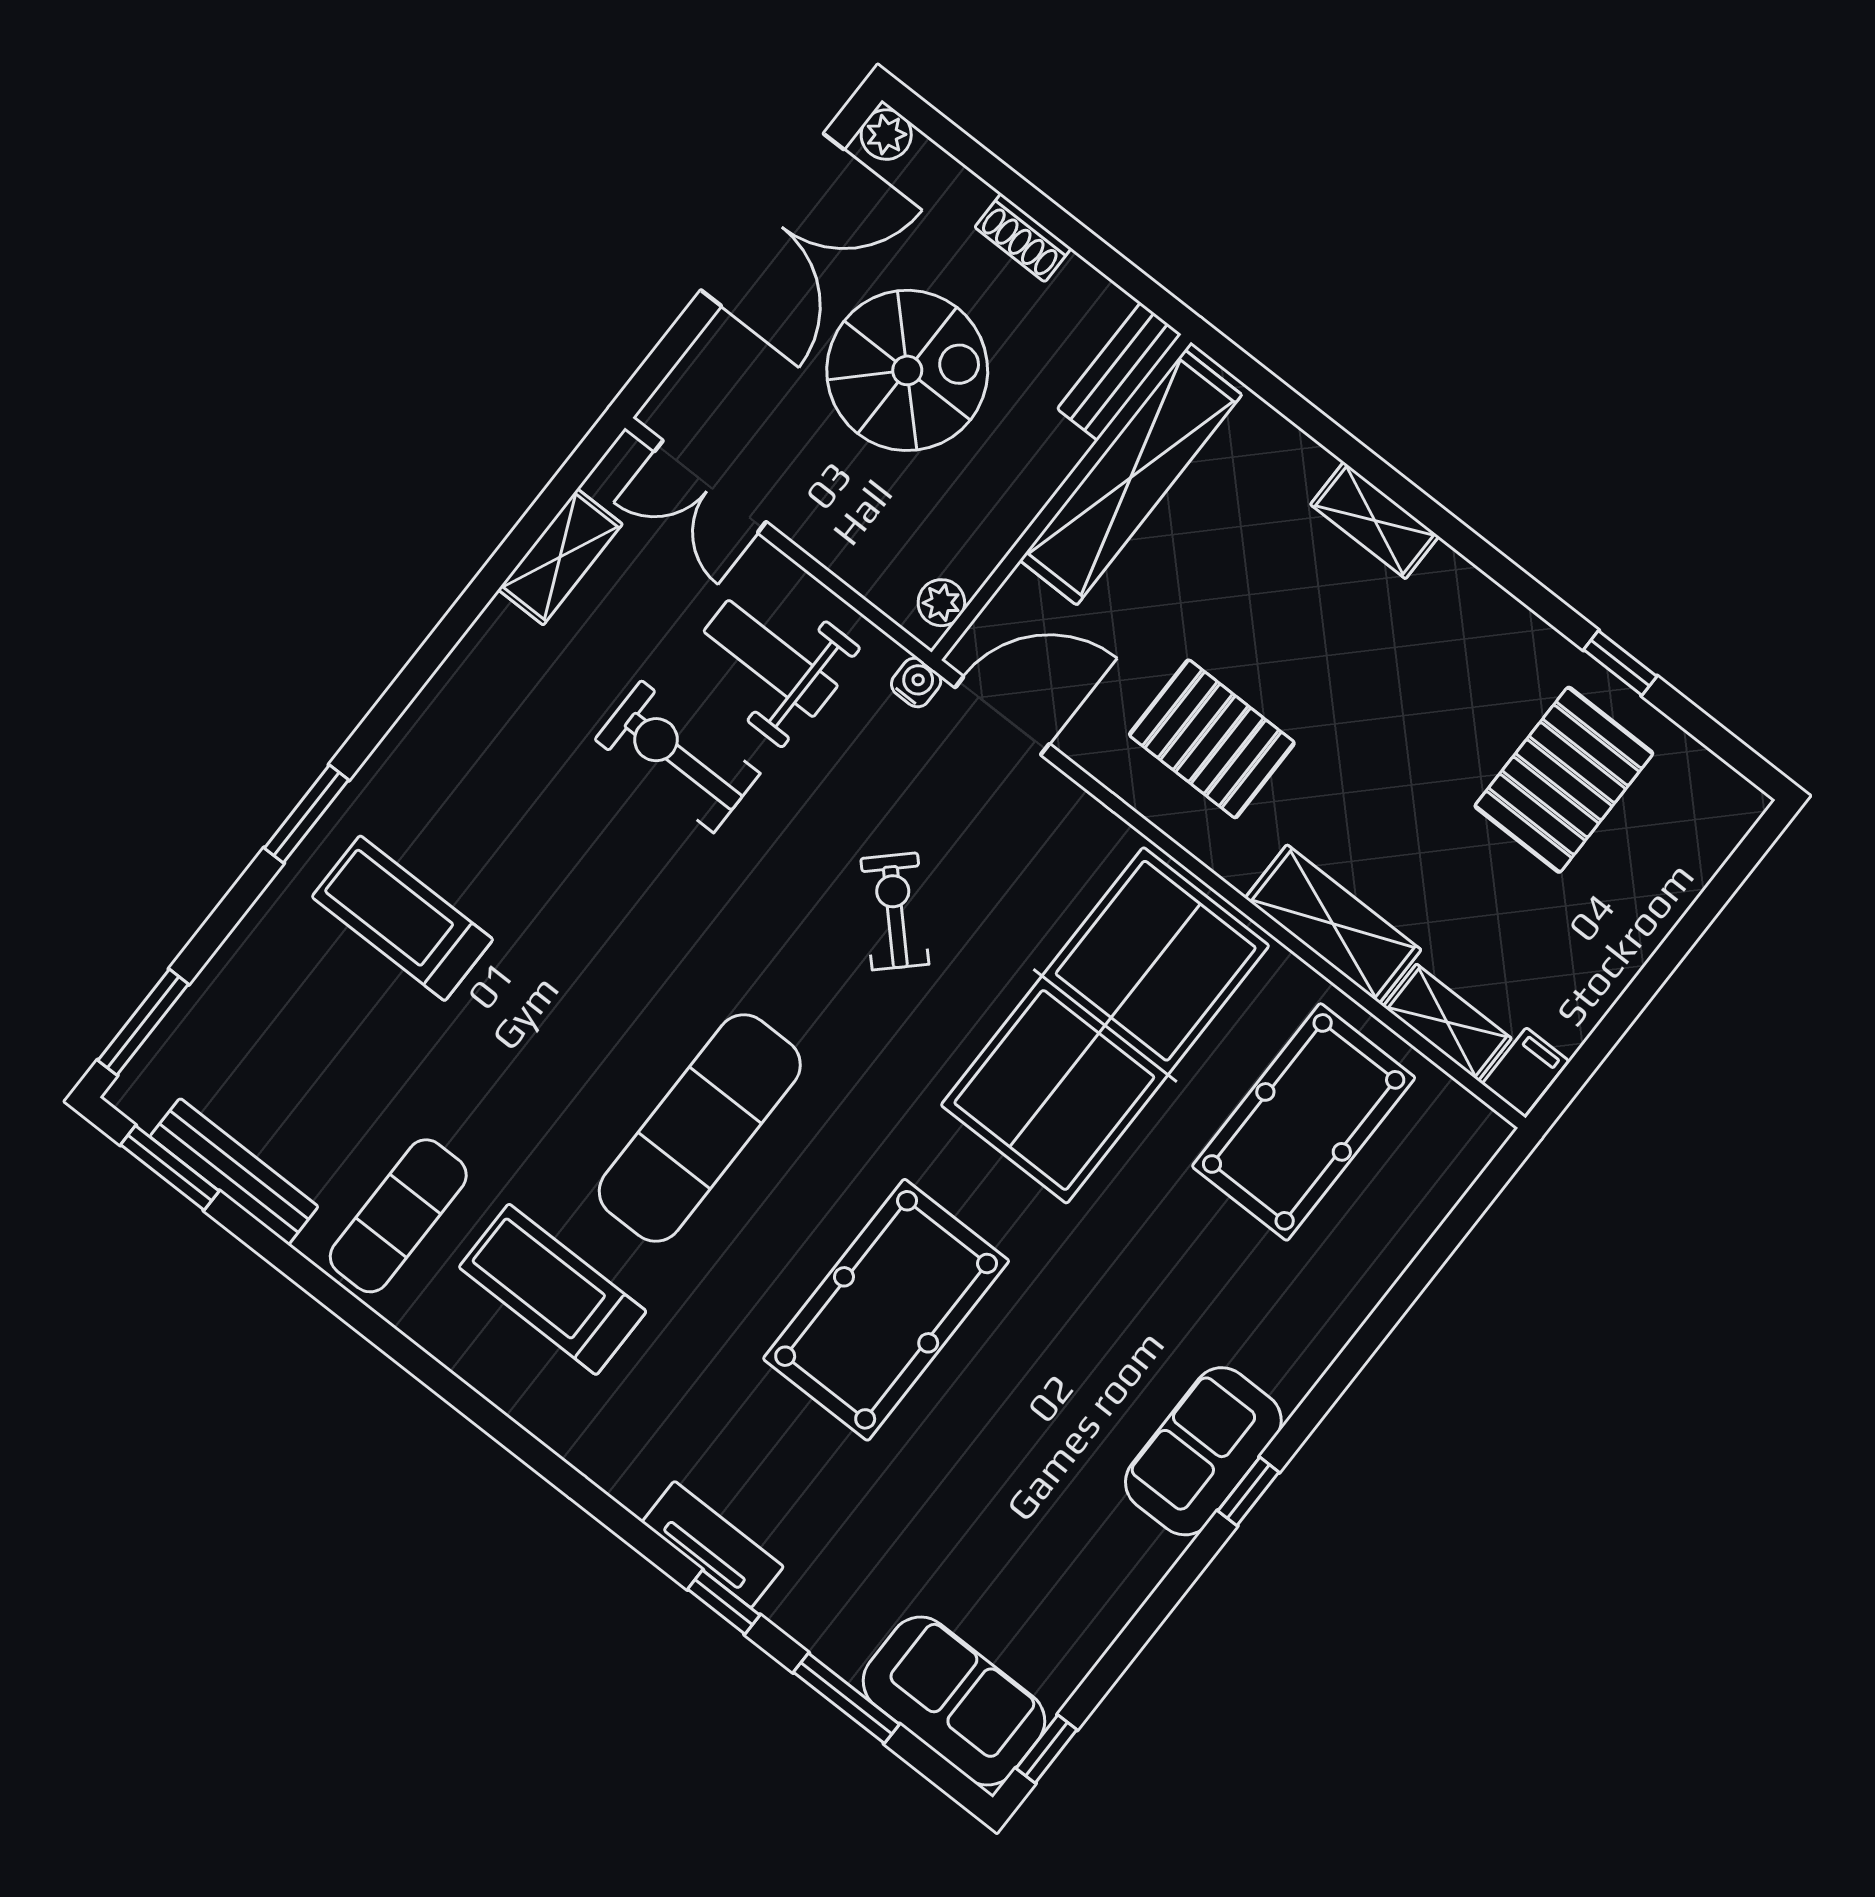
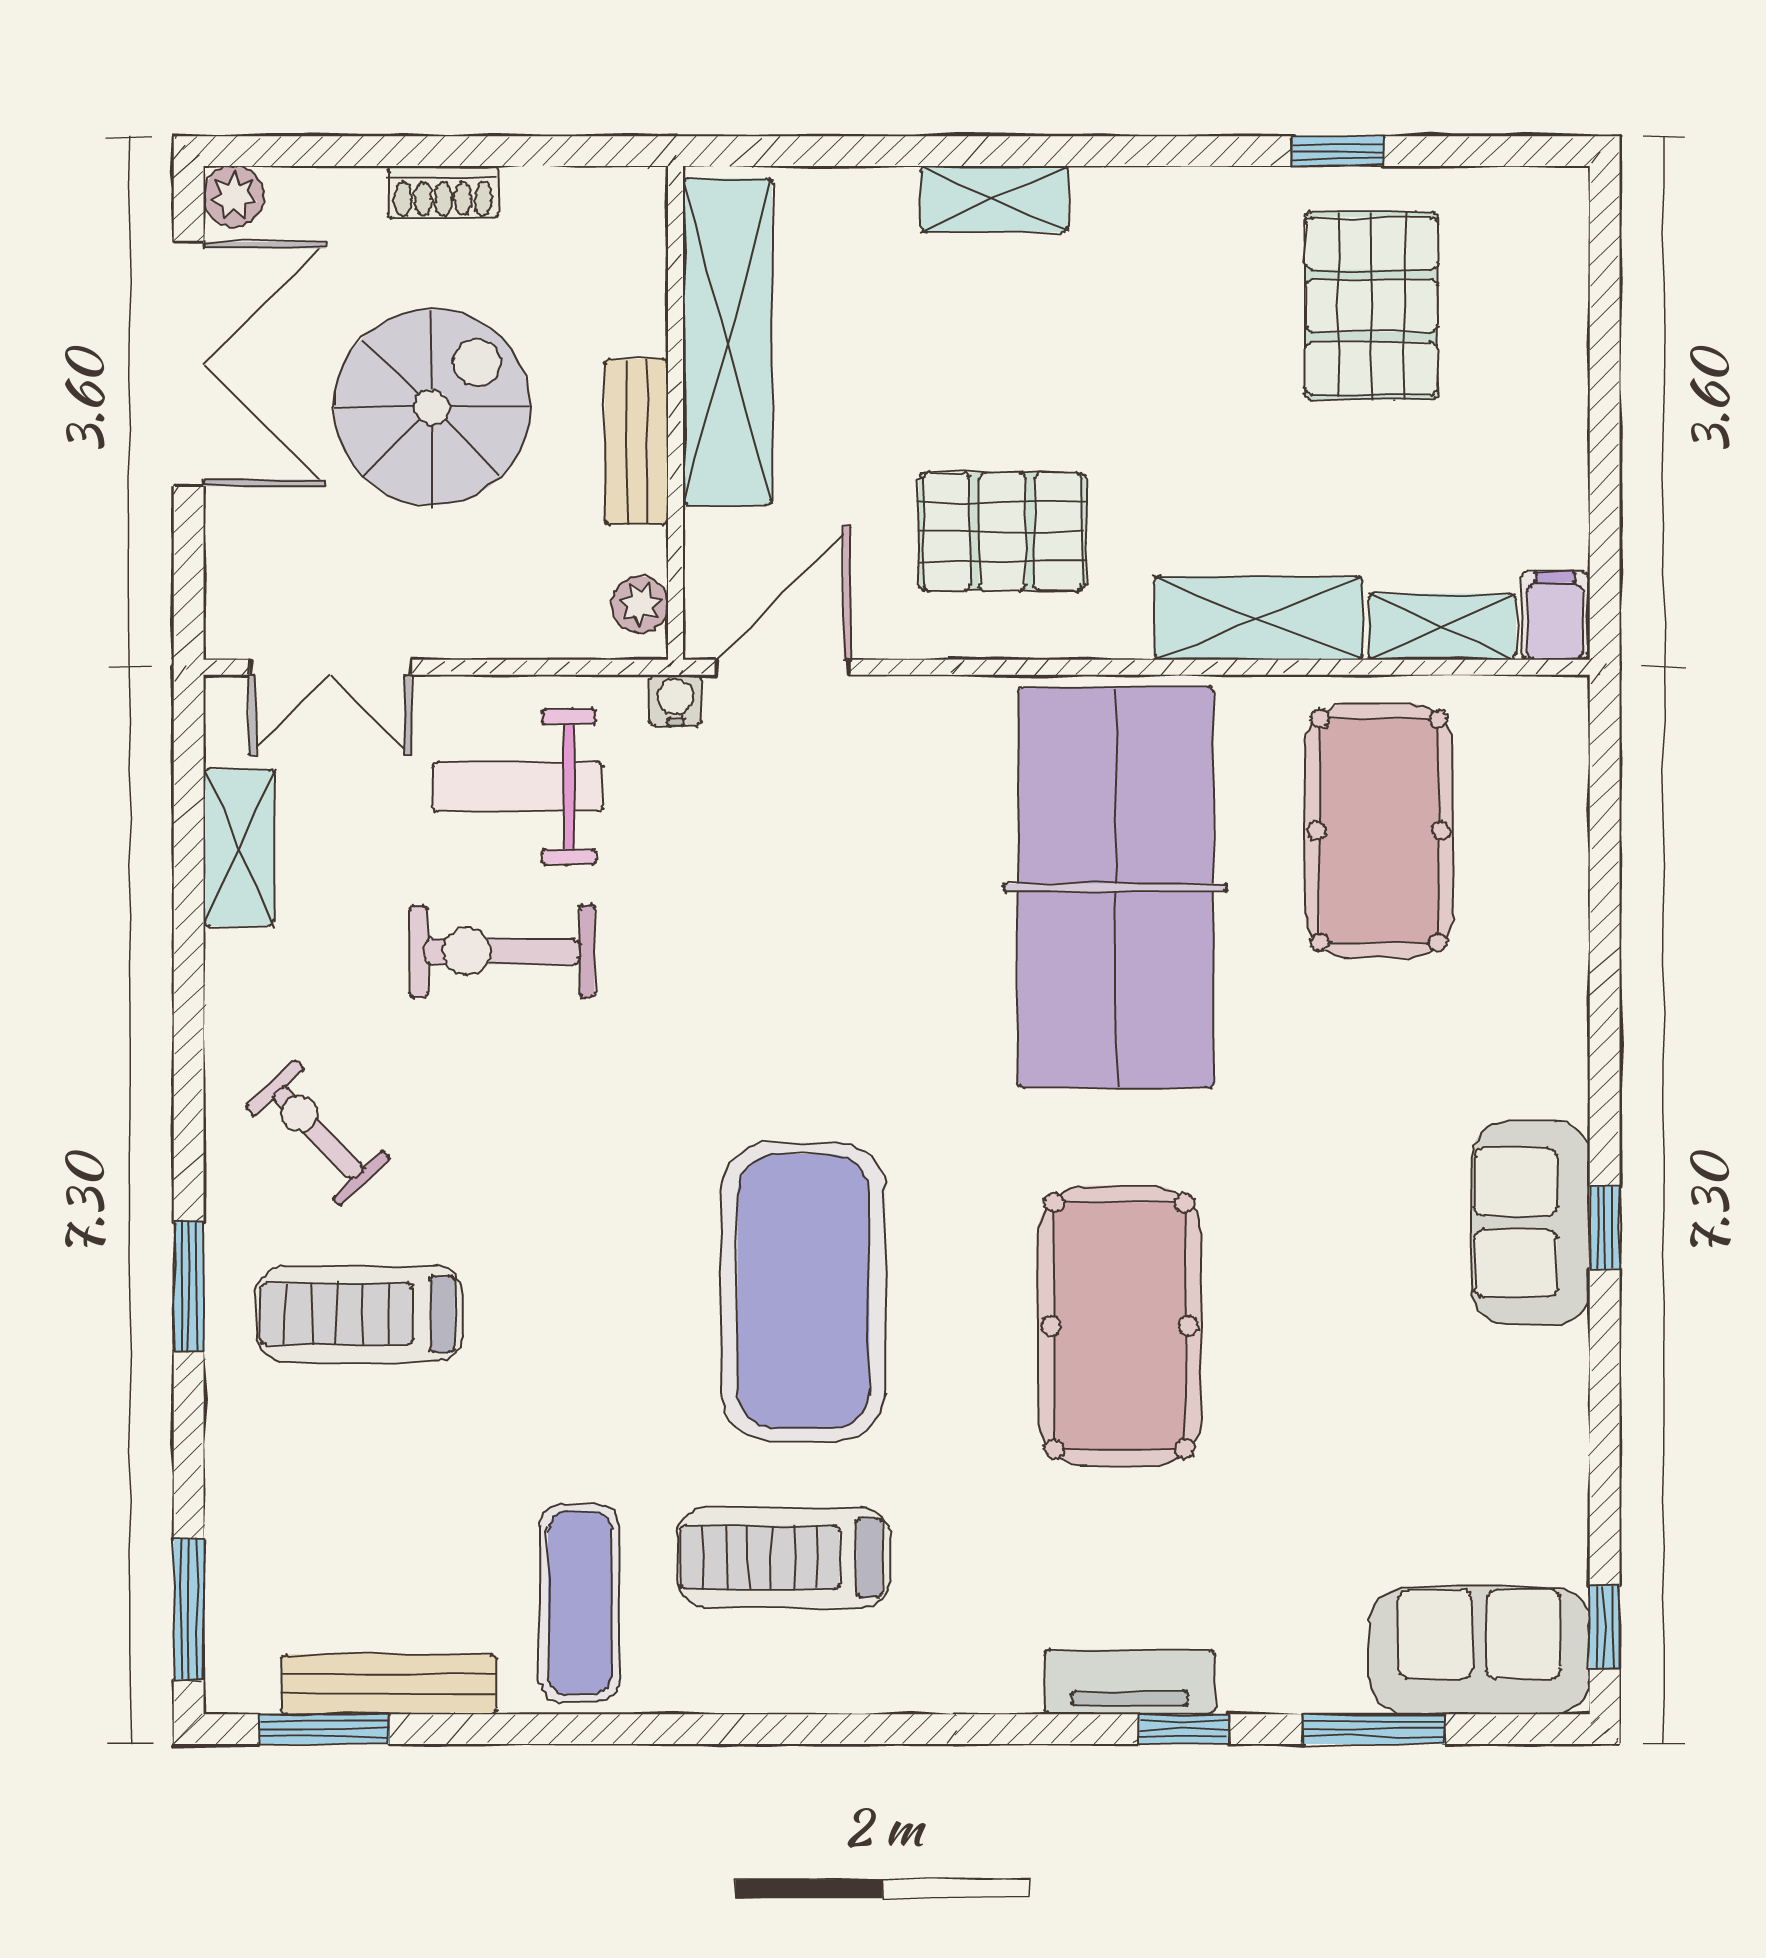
bench: (1119, 372) -> (636, 442), moved
exercise bike: (895, 911) -> (318, 1133), moved
exercise mat: (700, 1128) -> (803, 1292), width x1.47

